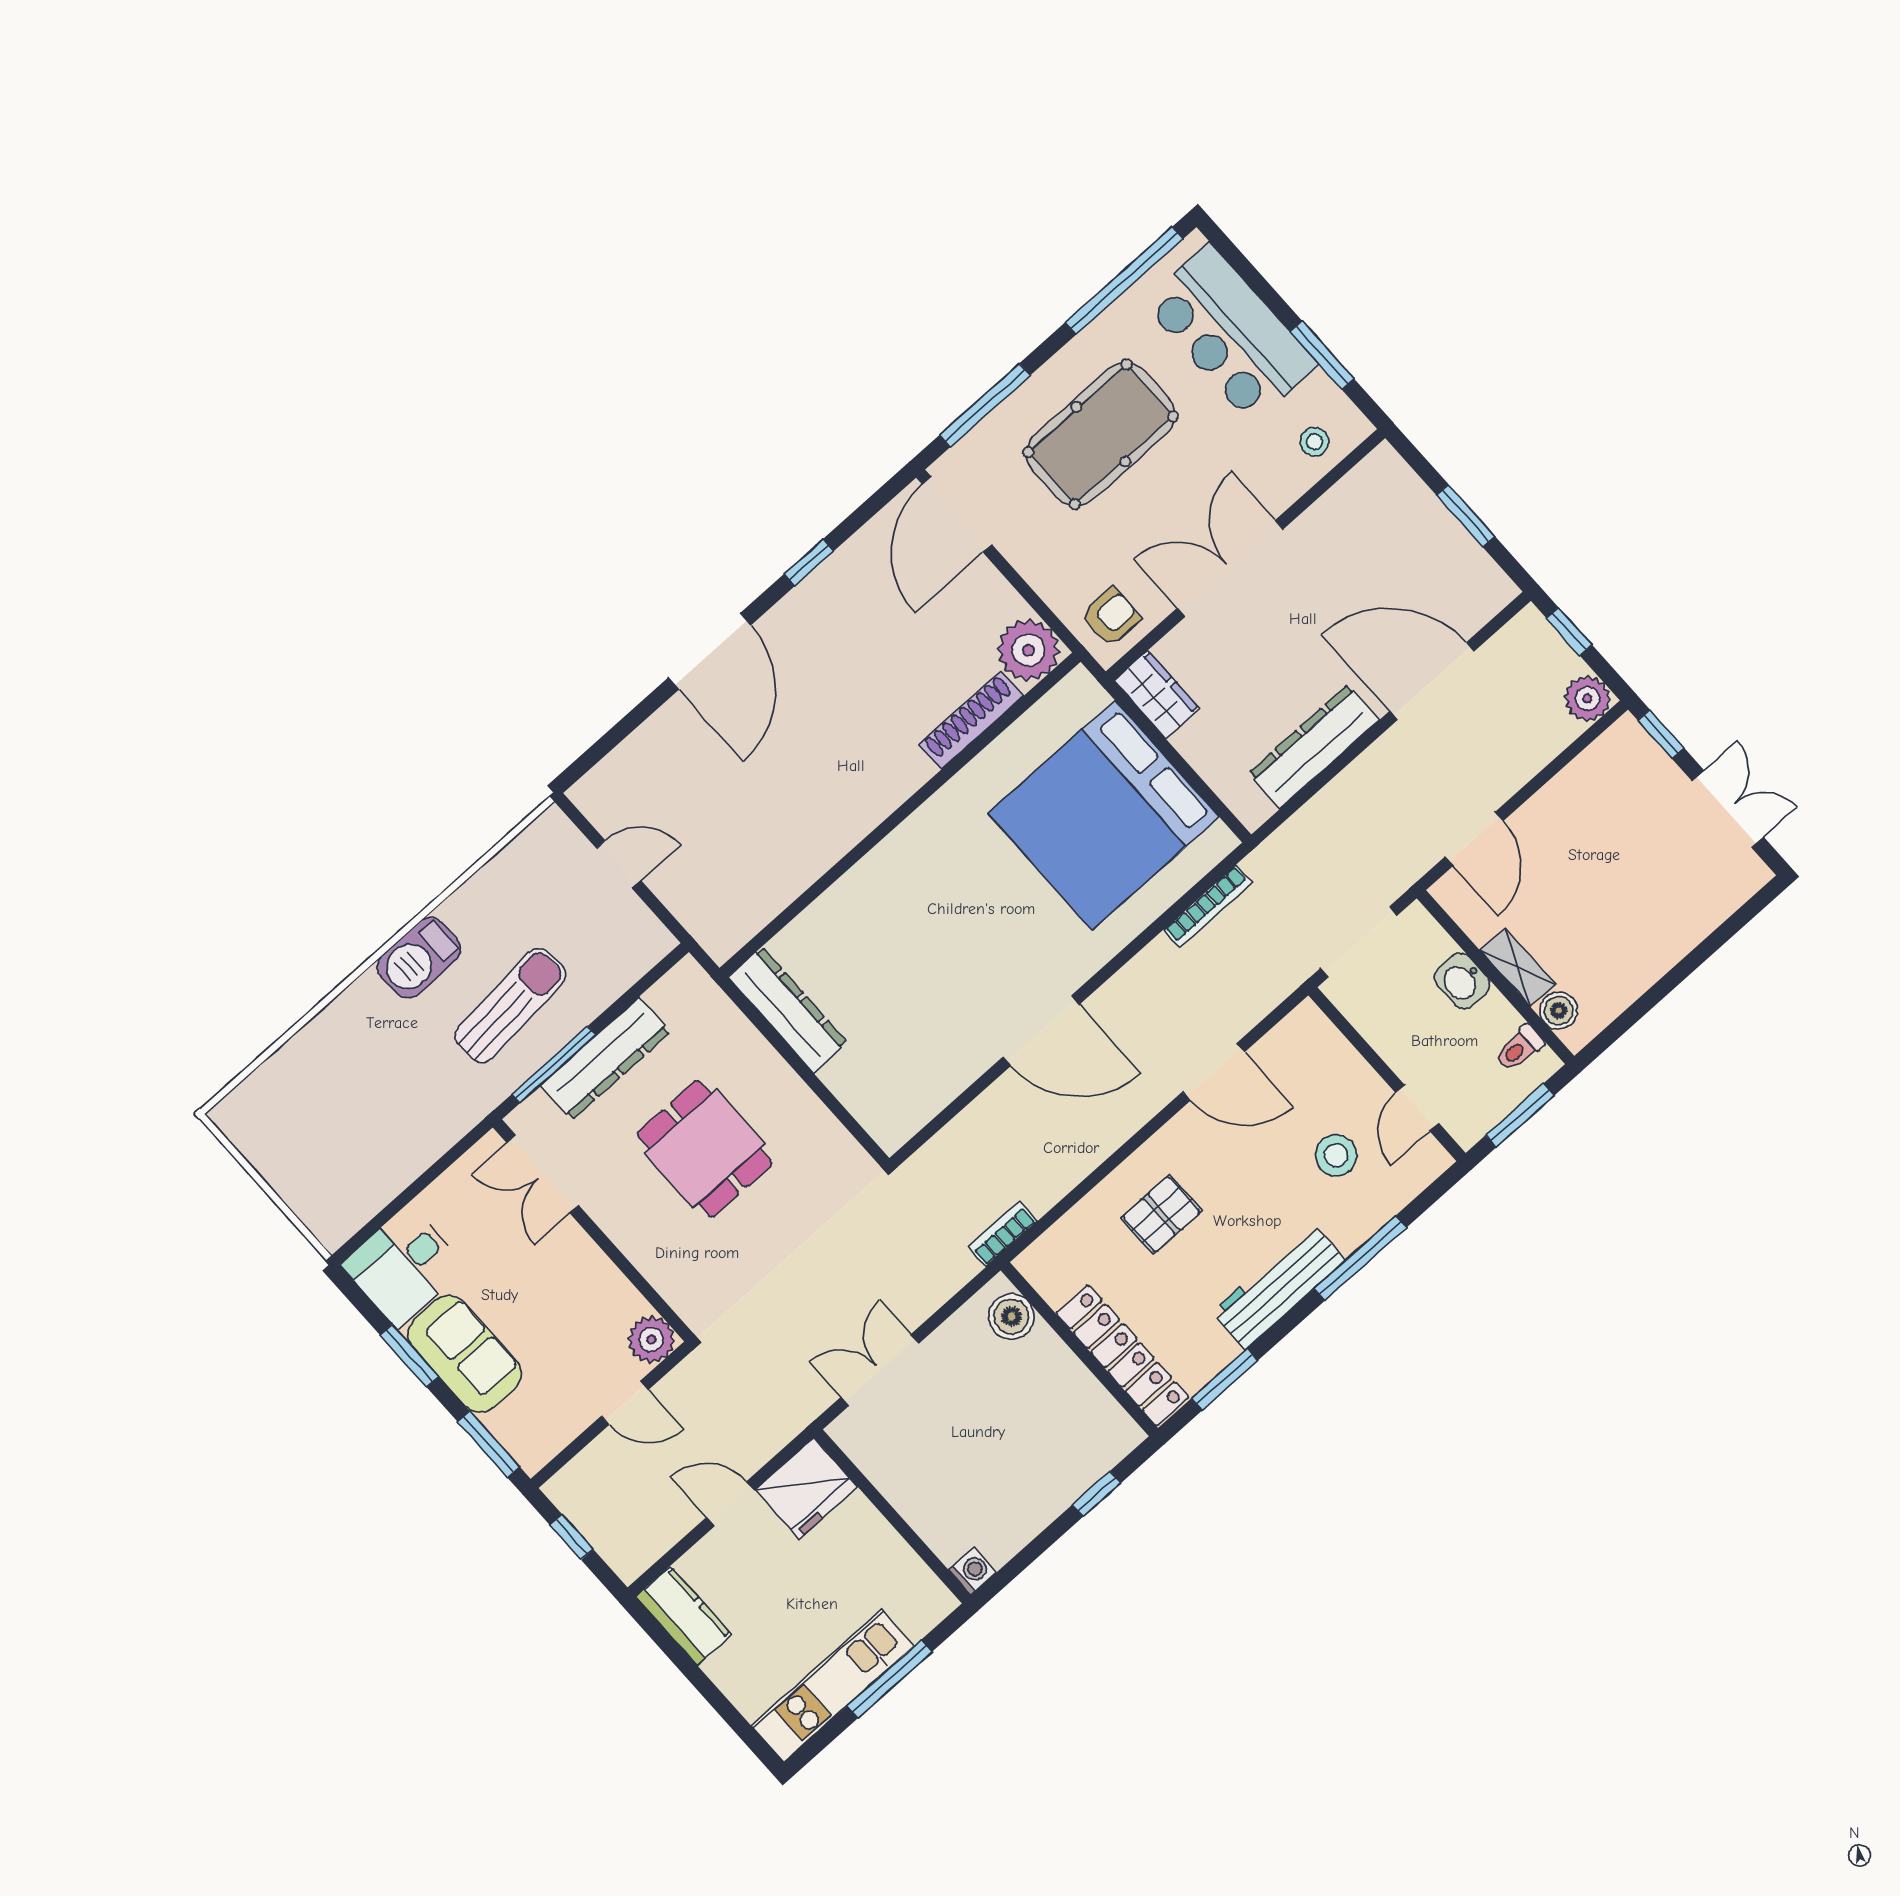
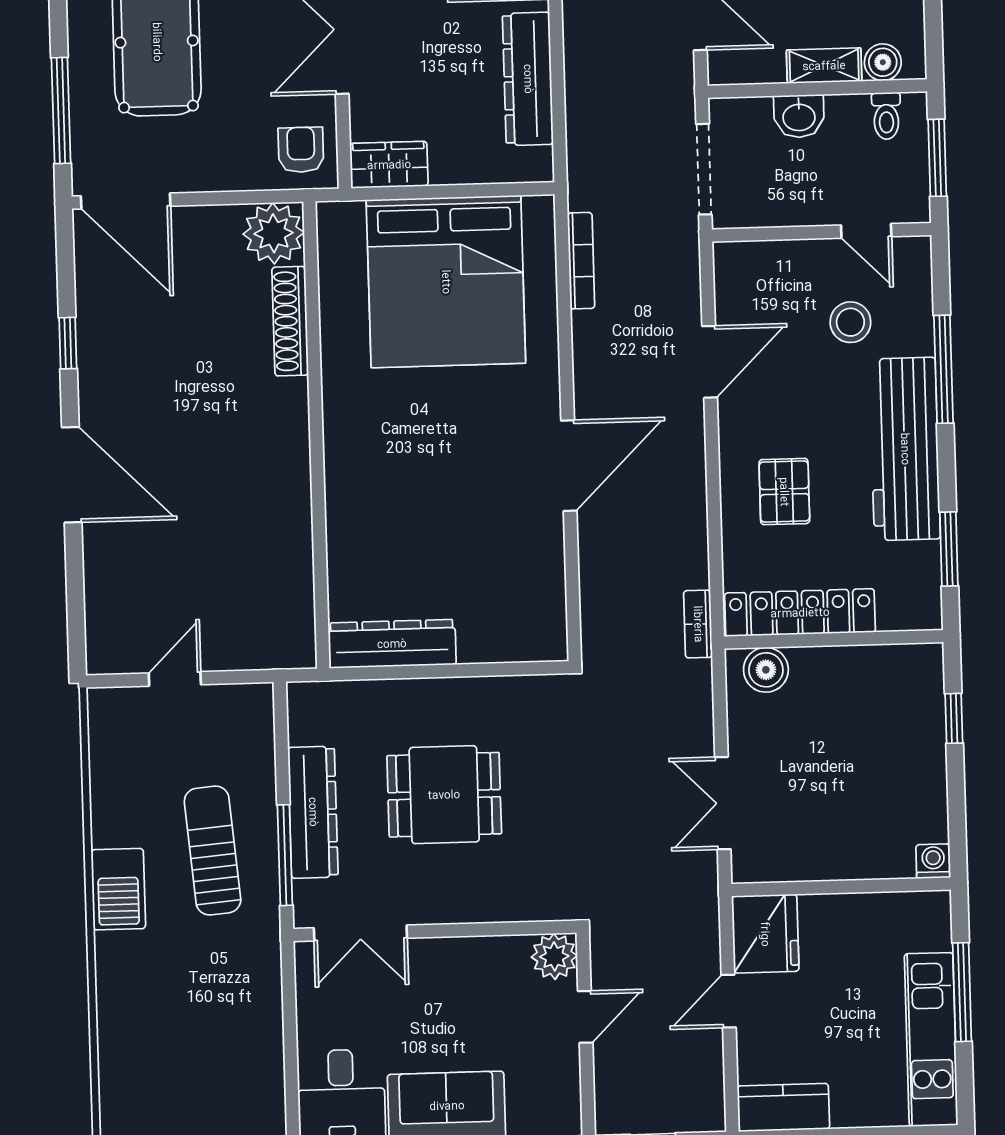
workbench: (1279, 1286) -> (905, 449), width x1.36, depth x1.32
locker: (1122, 1355) -> (800, 613), moved

